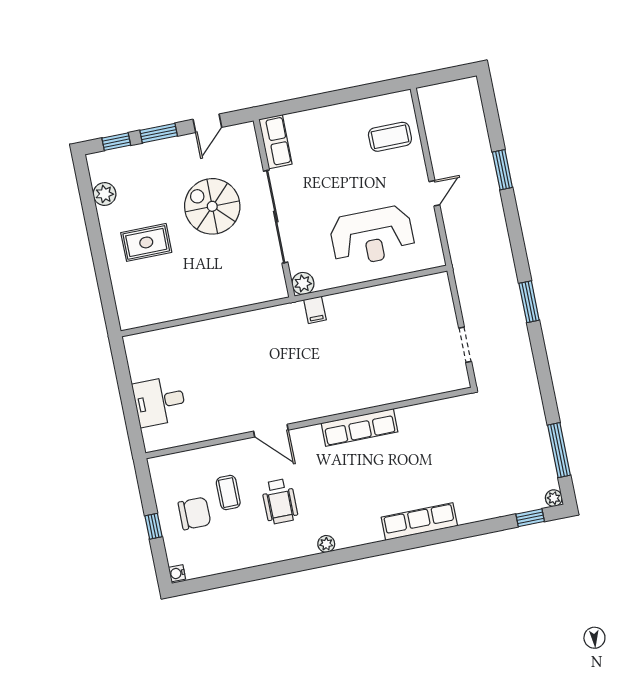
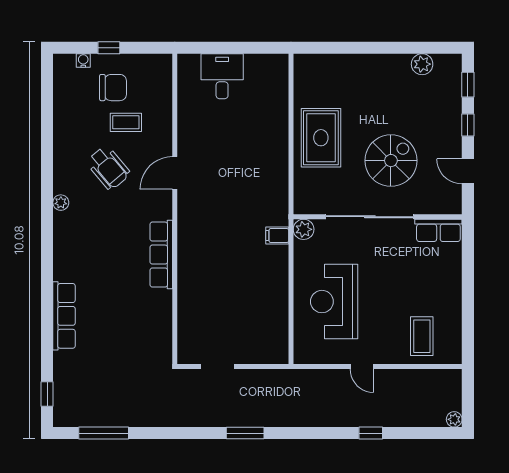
window: (159, 133) -> (468, 125), width x0.67
window: (502, 170) -> (371, 433), width x0.67
rug: (146, 242) -> (321, 138), moved, width x1.36, depth x1.43
plant: (554, 498) -> (454, 419), moved
wheelchair: (280, 501) -> (108, 168), turned -130
chair: (194, 513) -> (113, 88), turned -90
row of seats: (419, 522) -> (64, 316), moved
water cooler: (177, 573) -> (83, 61), moved

